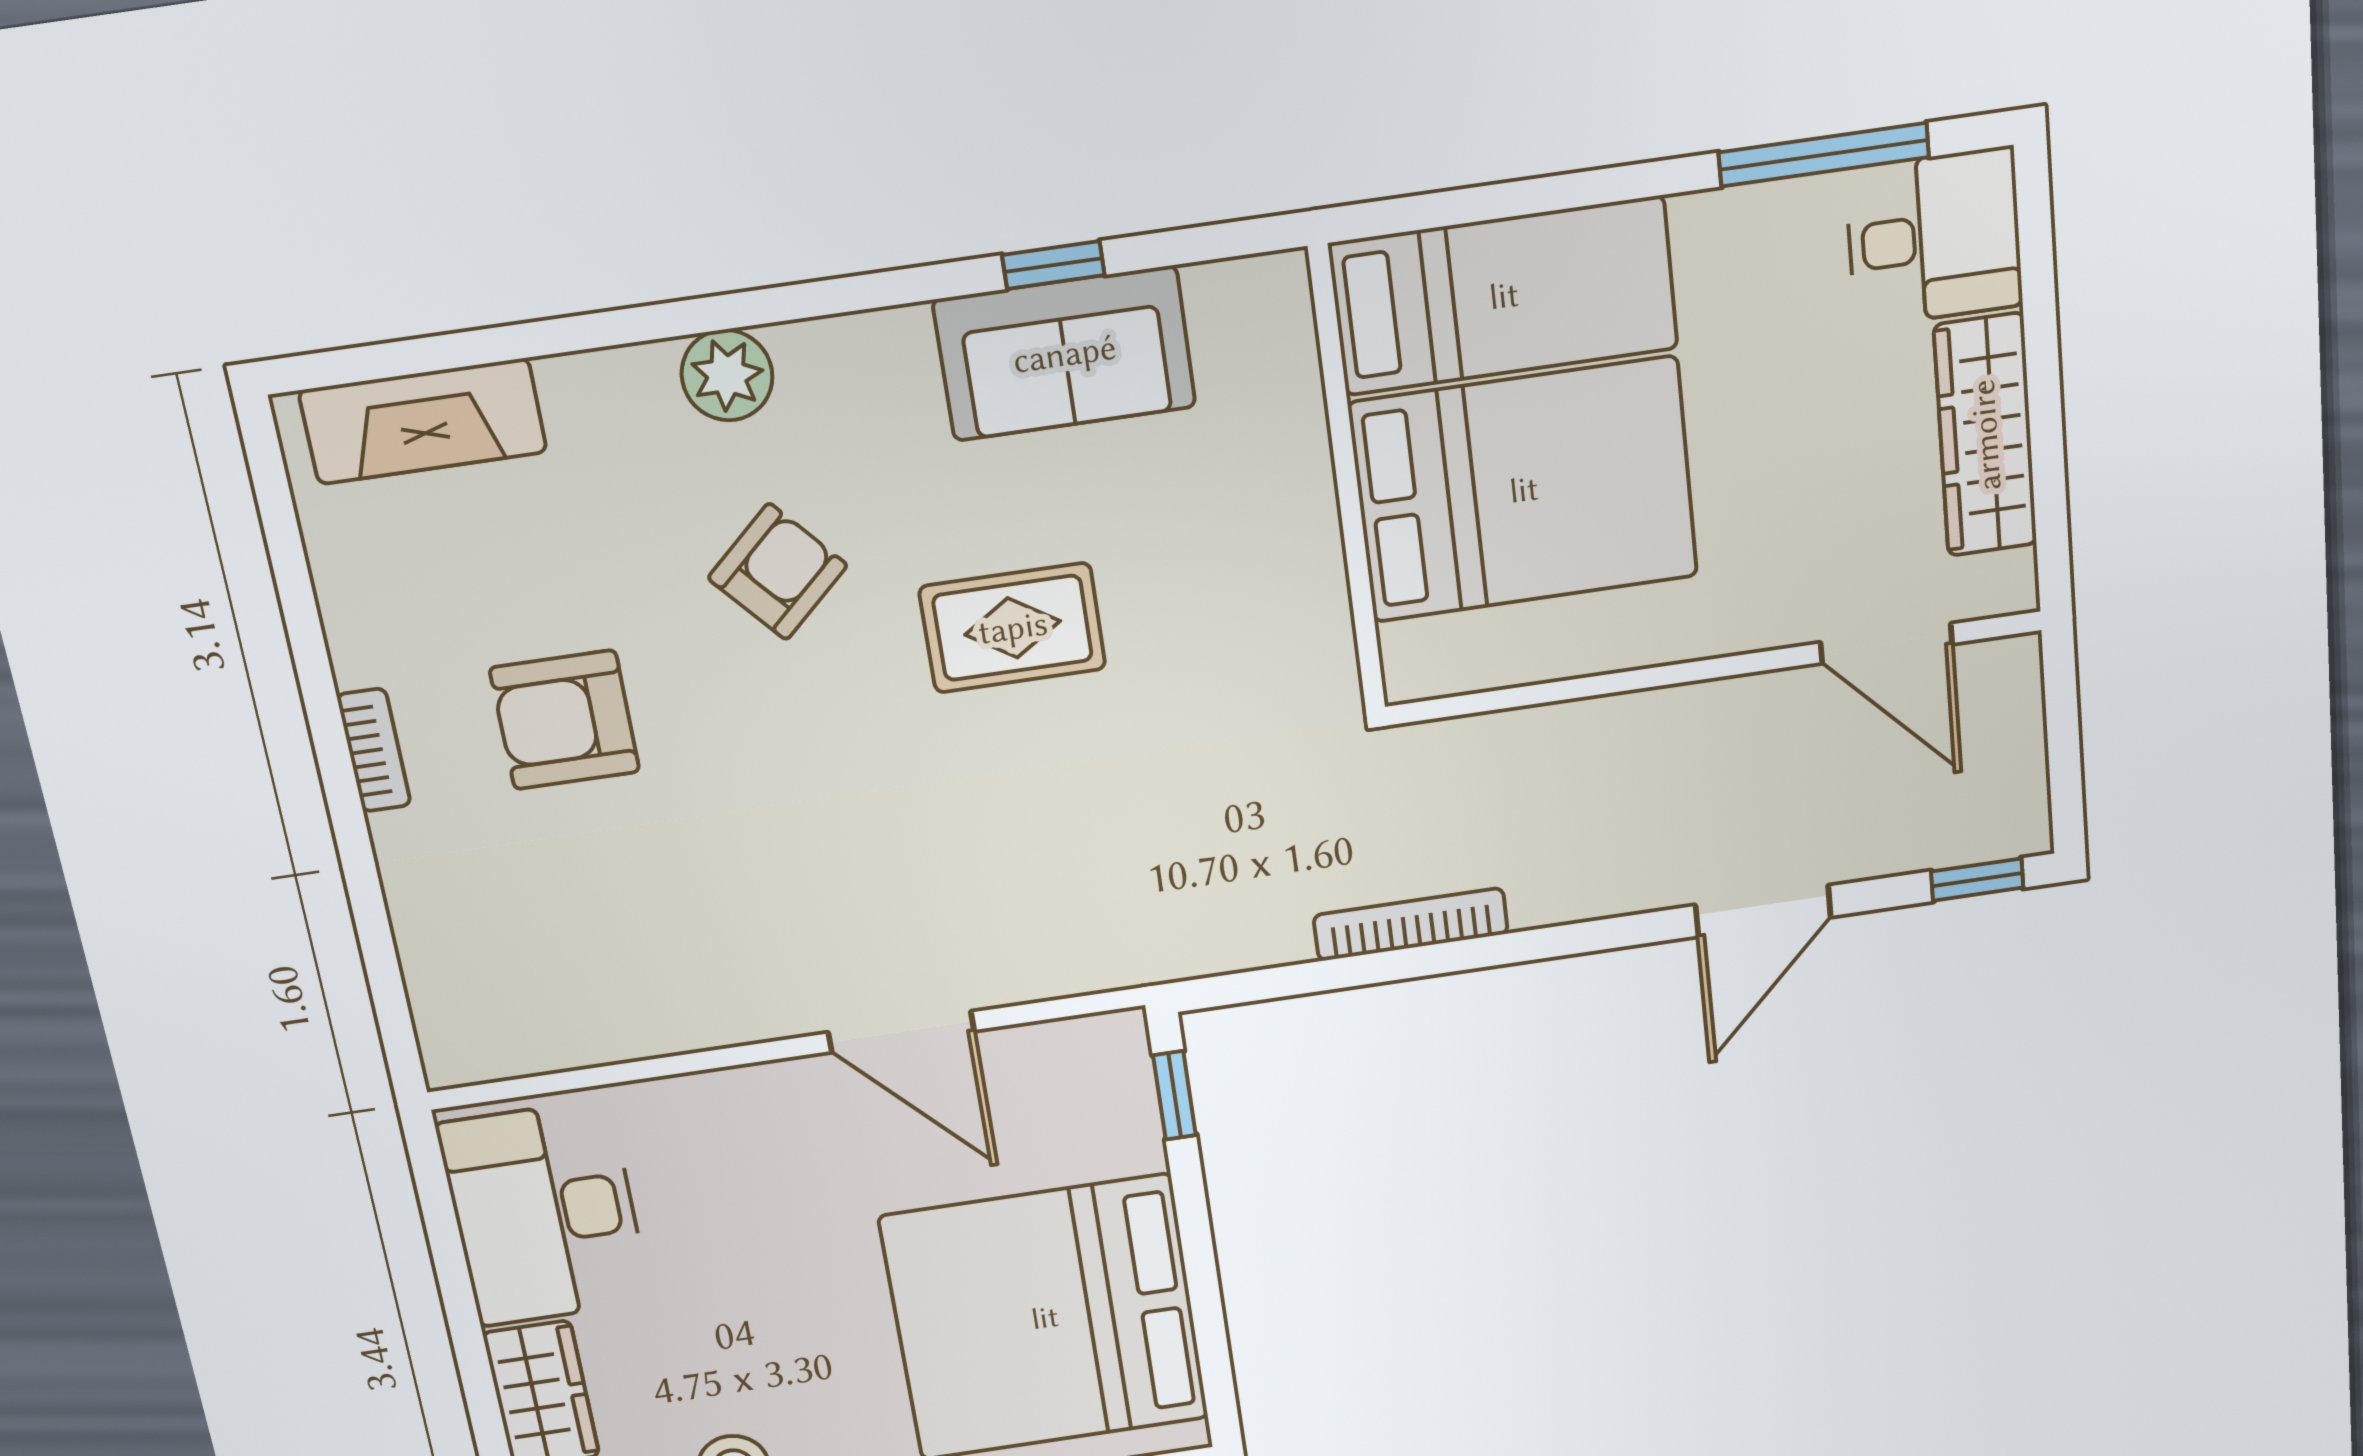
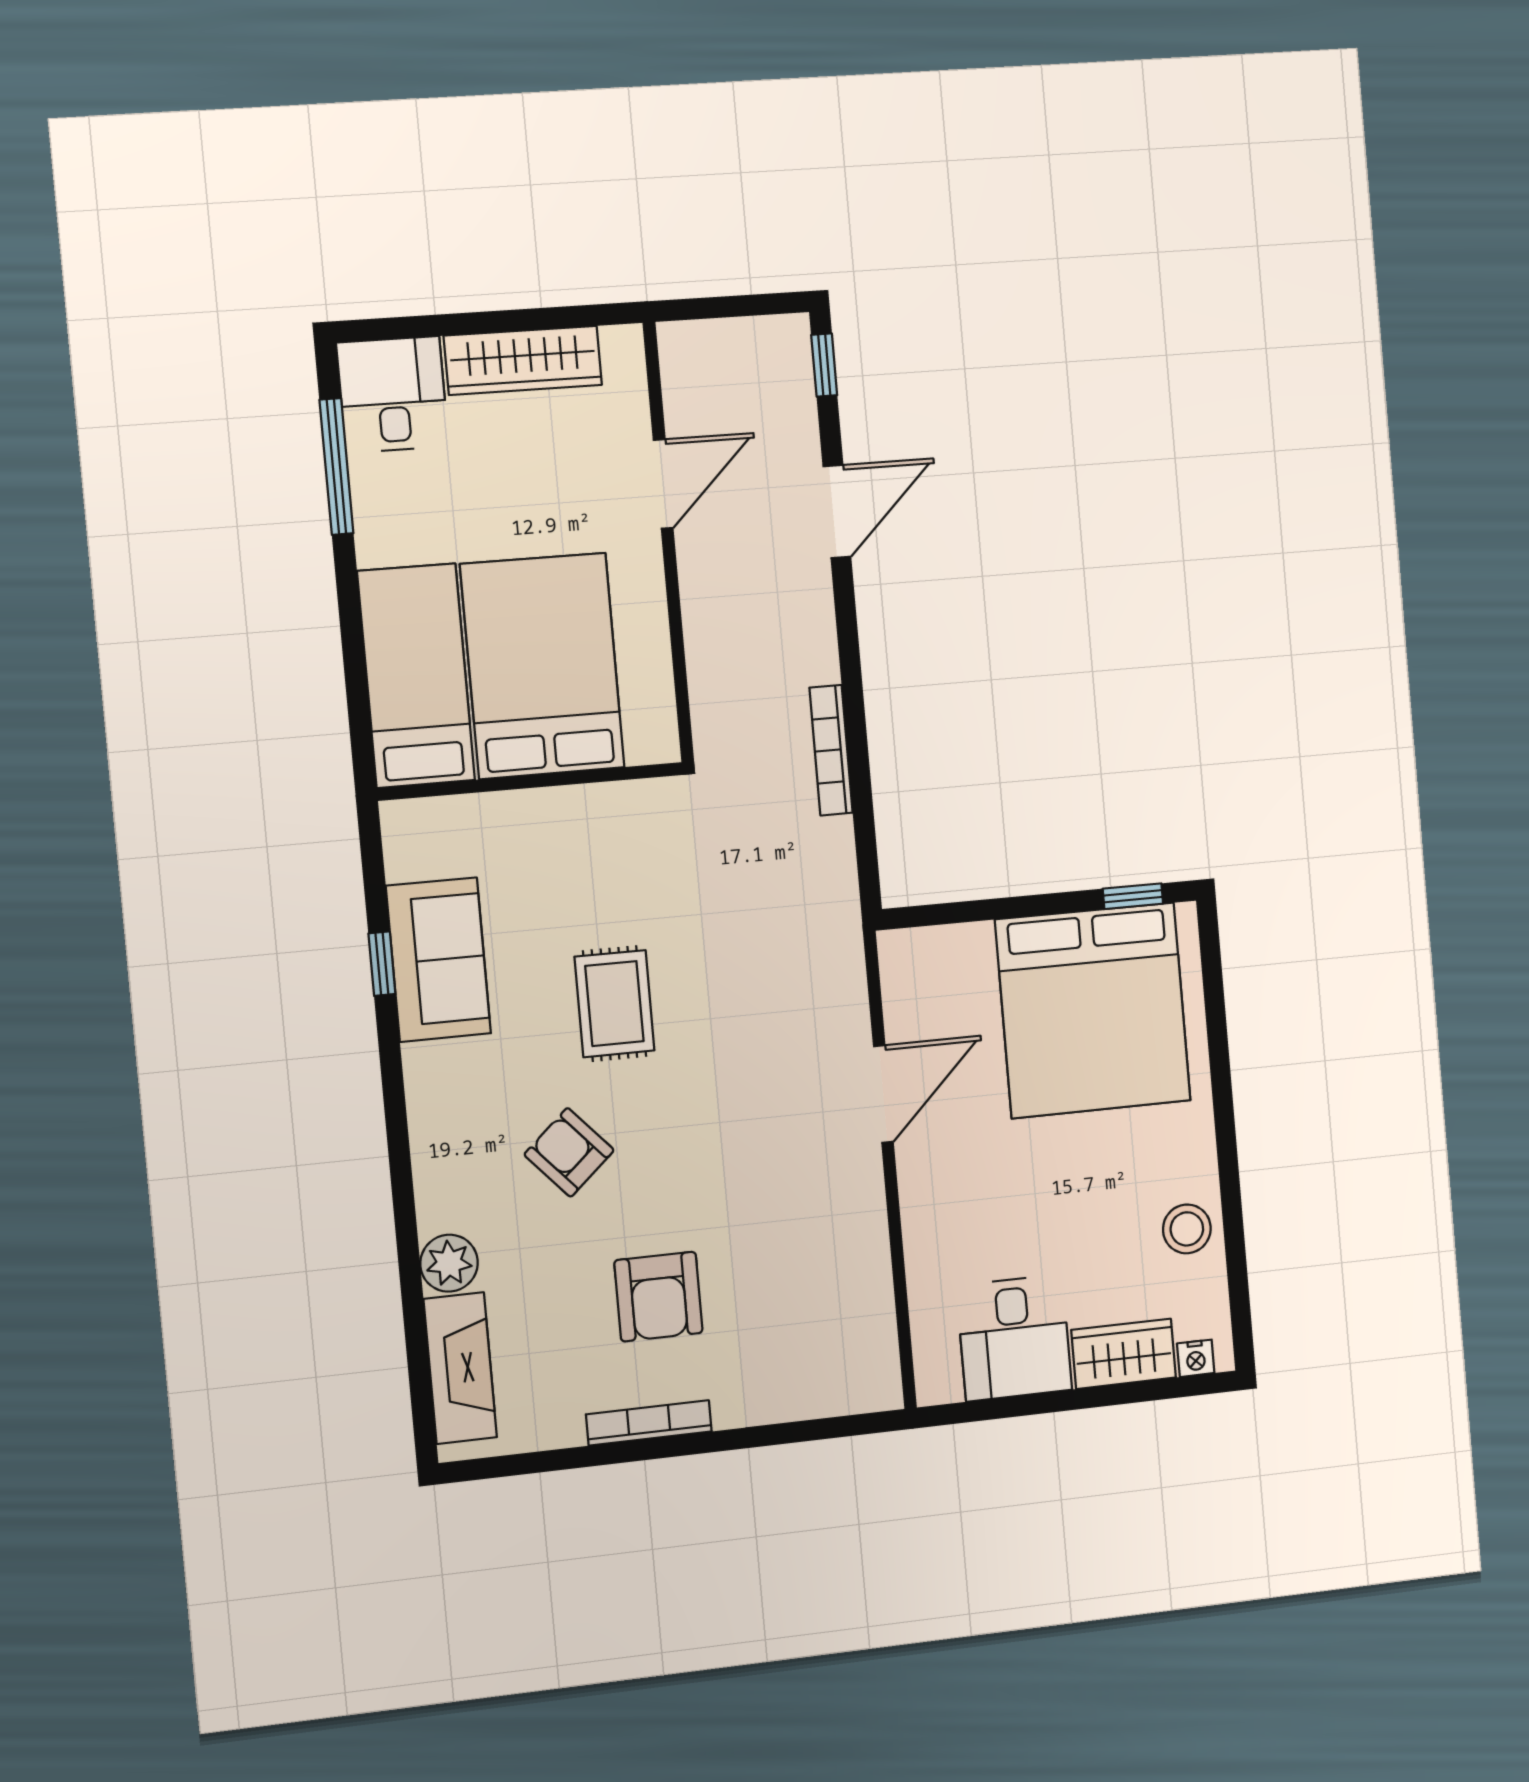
plant: (727, 375) -> (449, 1263), moved
door: (1886, 643) -> (663, 484), moved
bookcase: (374, 750) -> (649, 1423), width x1.56
door: (1763, 911) -> (837, 512), hinge flipped
window: (1175, 1095) -> (1133, 896), moved
desk: (544, 1214) -> (1014, 1338), width x0.73

